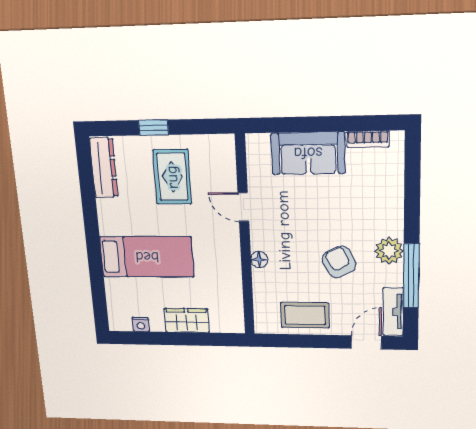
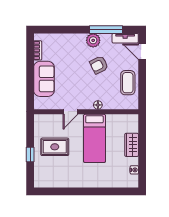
dresser: (104, 168) -> (50, 182), removed
bed: (147, 257) -> (94, 138), moved, turned 180

